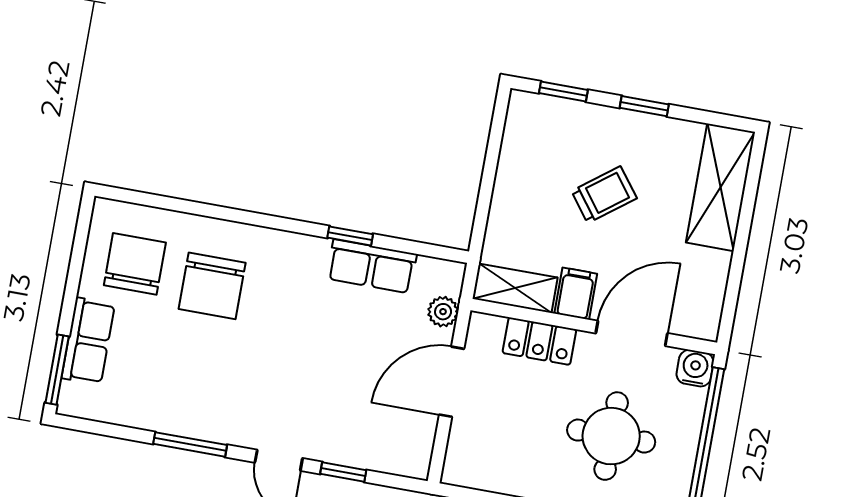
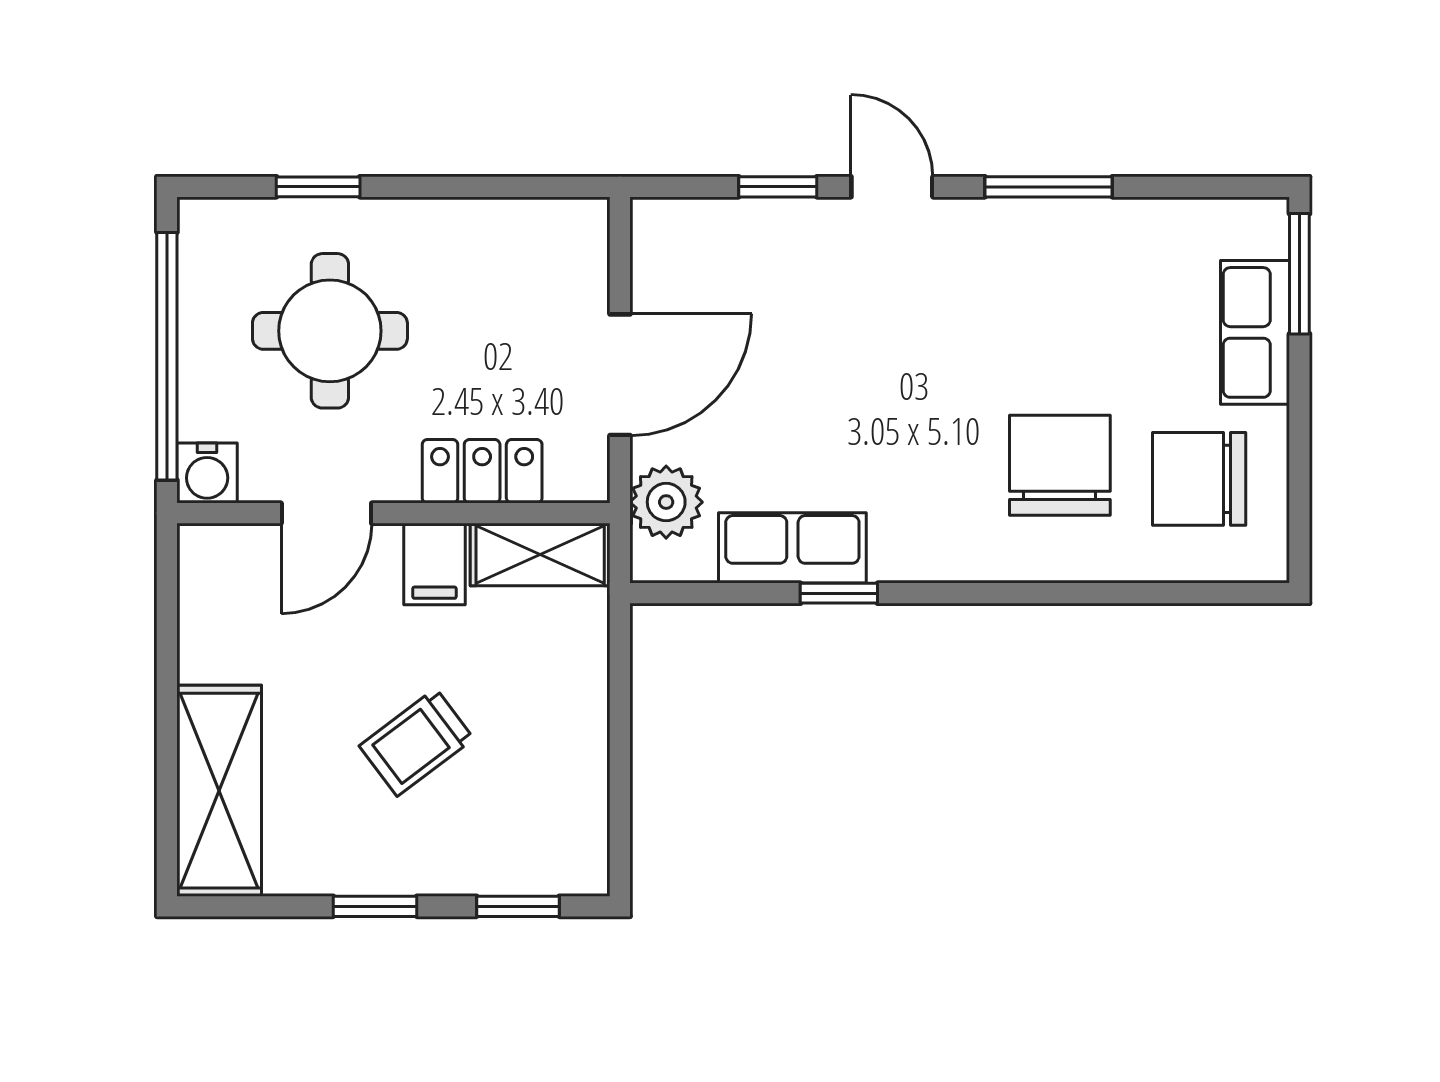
chair: (135, 264) -> (1199, 479), turned 90
plant: (443, 312) -> (666, 502), width x1.38, depth x1.38
door: (632, 333) -> (326, 513), width x0.73

